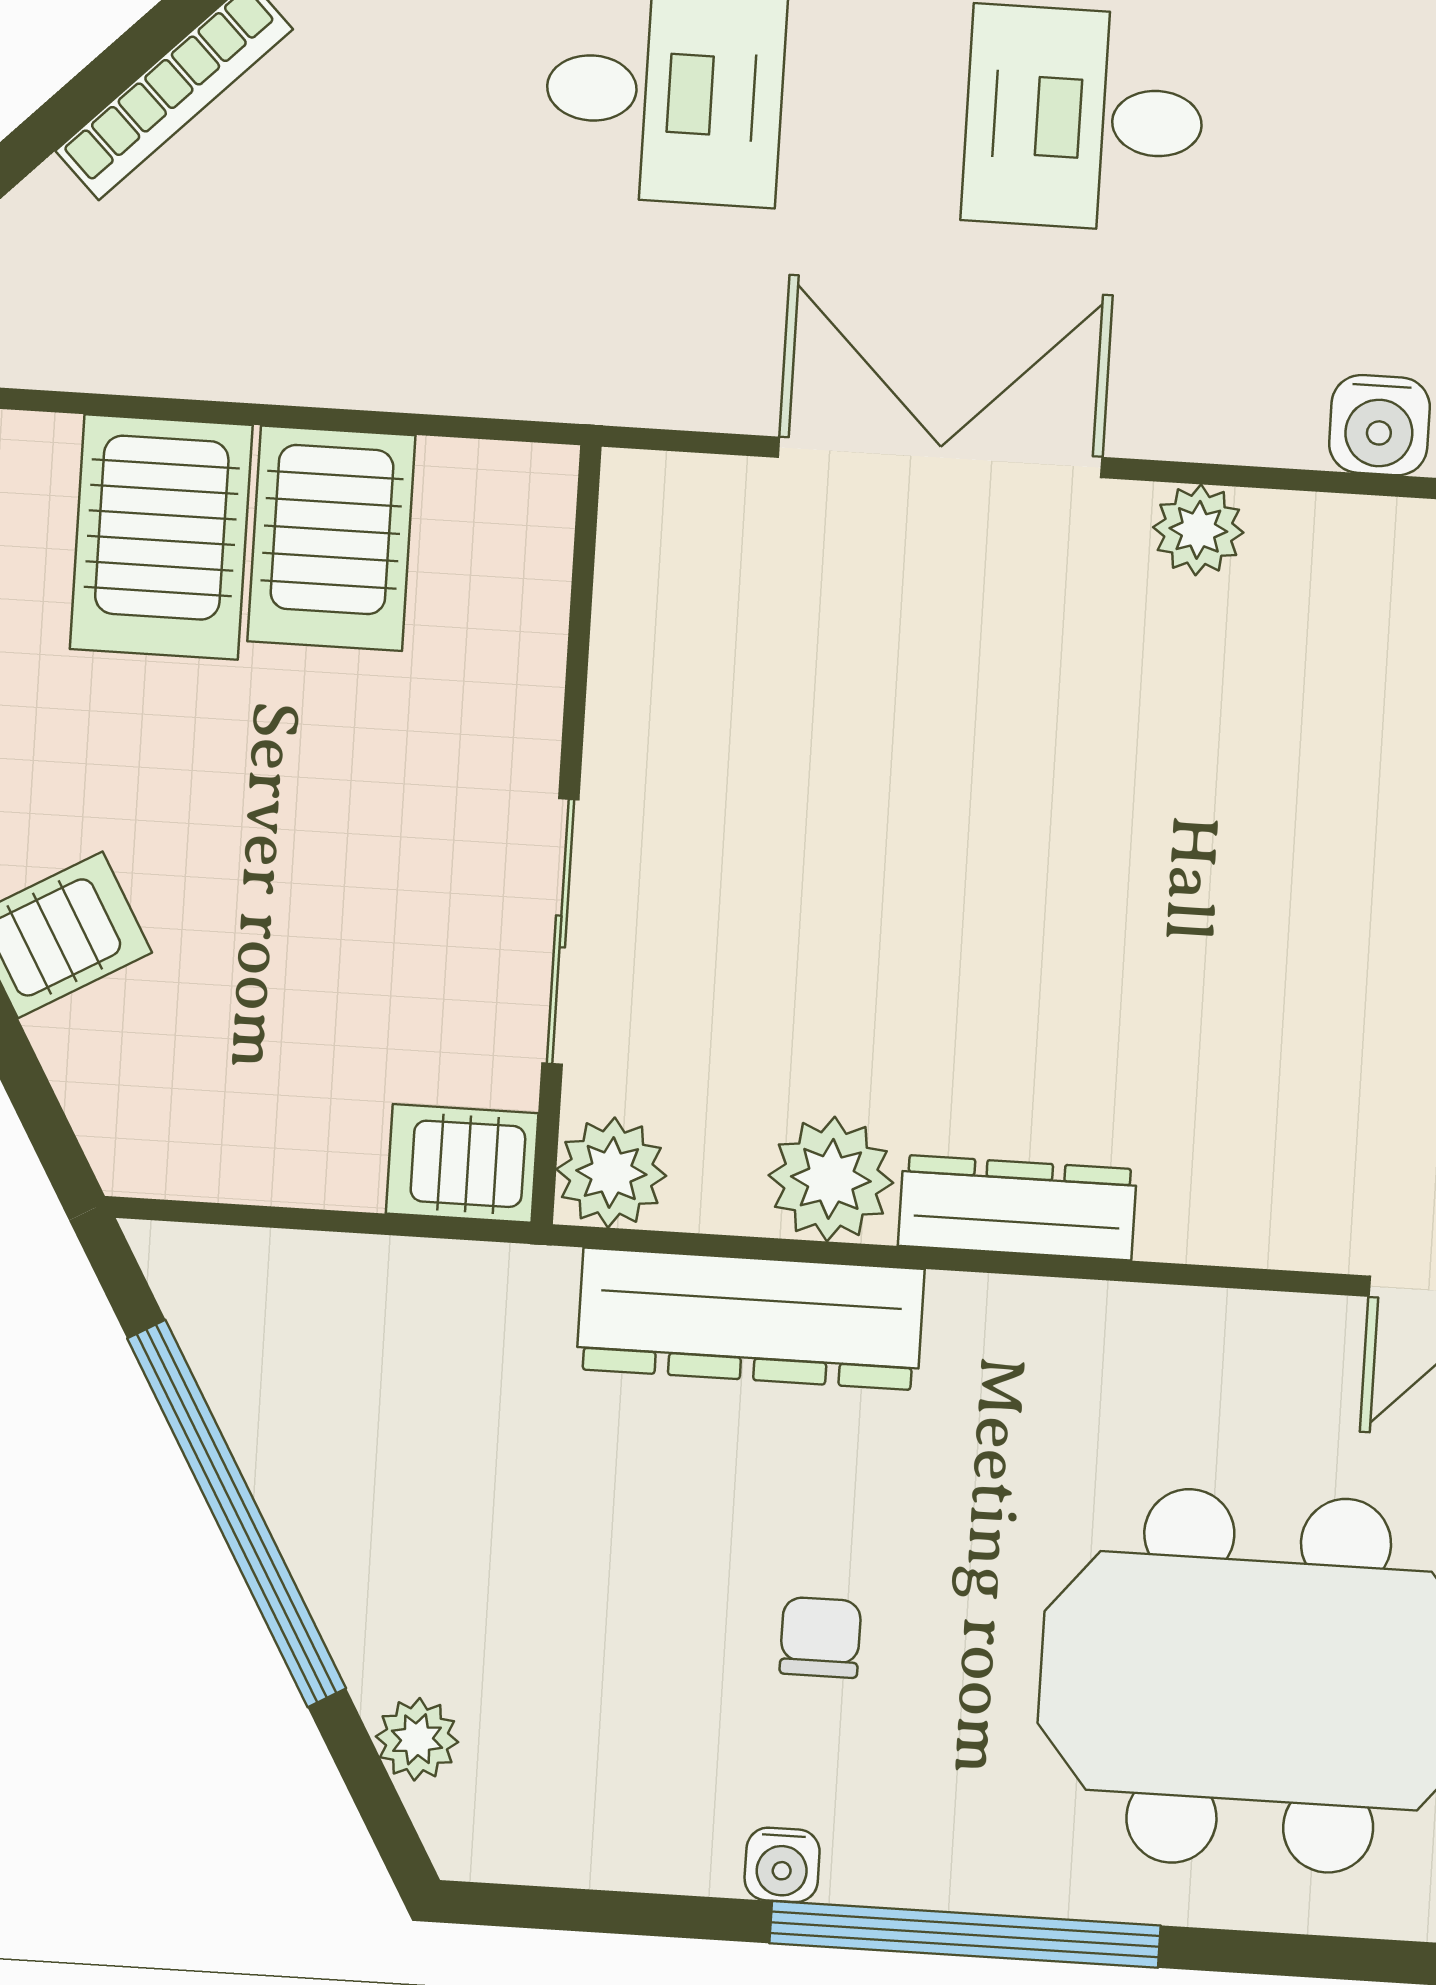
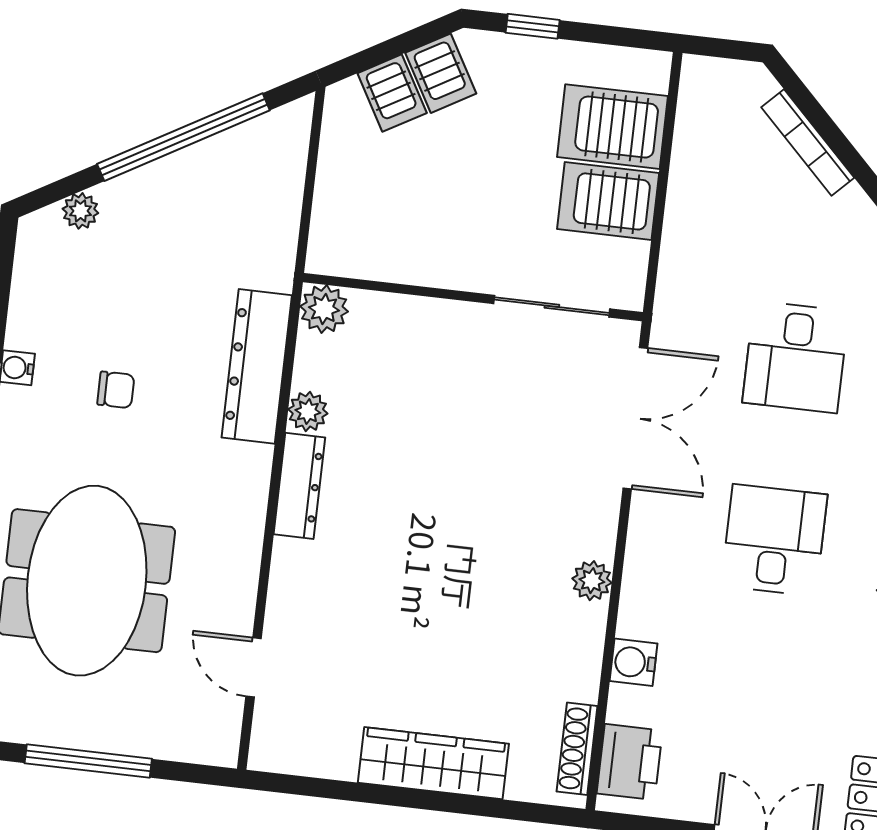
double door: (940, 457) -> (635, 418), moved
sliding door: (560, 931) -> (552, 306), moved
server rack: (462, 1163) -> (392, 93), moved, turned 150
plant: (831, 1179) -> (308, 411), width x0.73, depth x0.73

